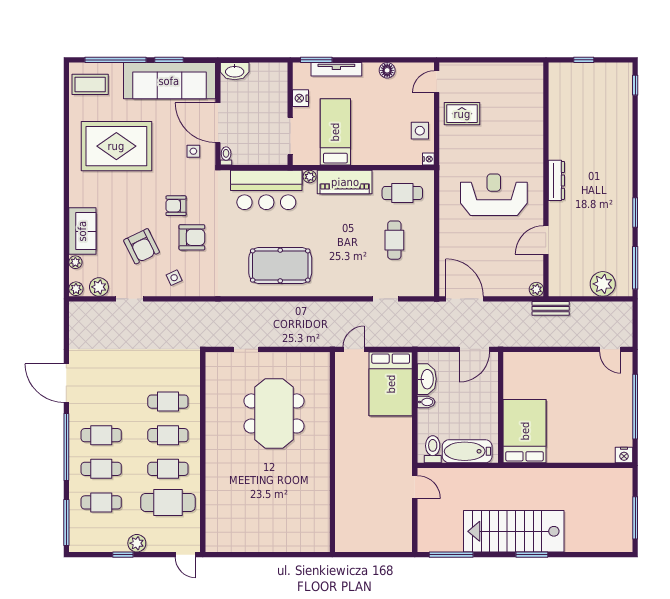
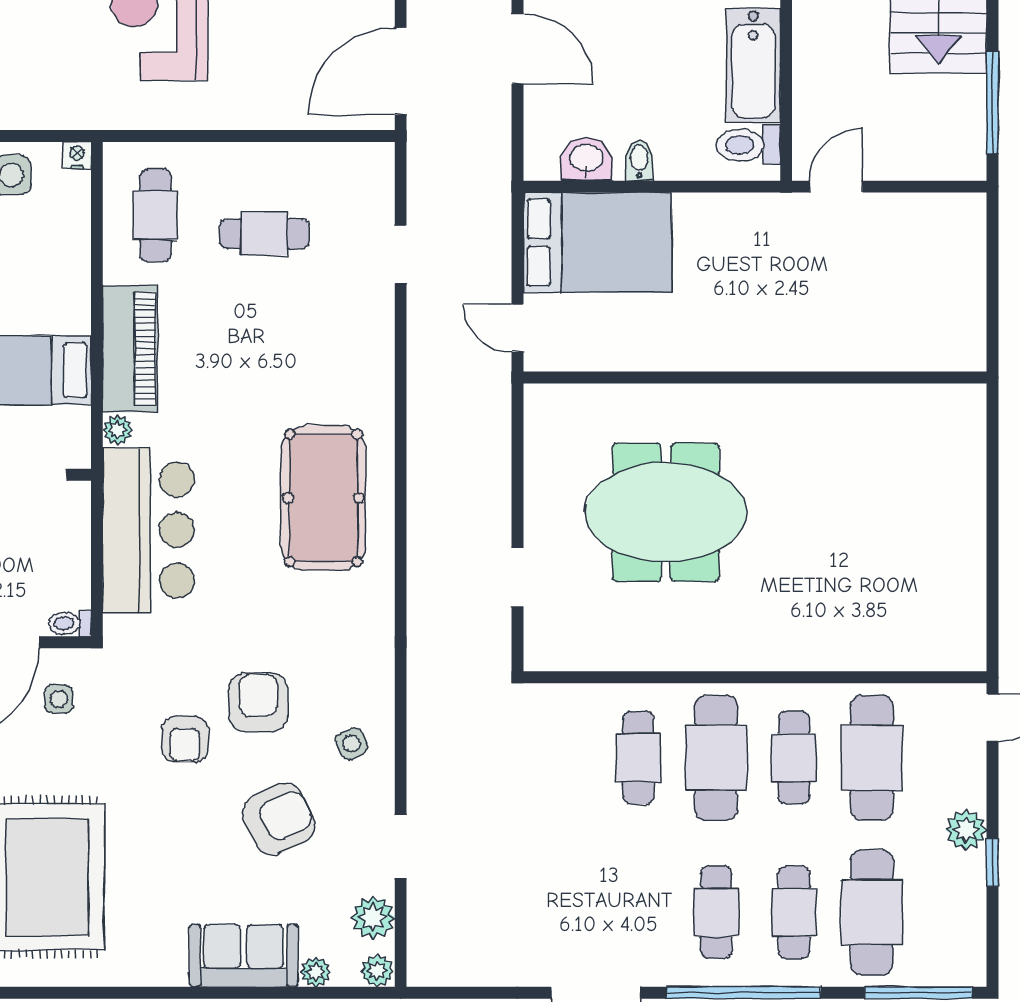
washbasin: (427, 379) -> (586, 159), width x0.72
cafe table: (168, 435) -> (716, 758), width x1.37, depth x1.35
cafe table: (101, 502) -> (872, 912), width x1.37, depth x1.35

